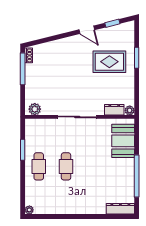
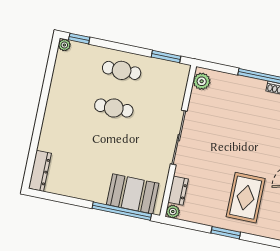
window: (137, 58) -> (226, 233), moved
window: (23, 150) -> (166, 57), moved
window: (137, 176) -> (122, 211), moved
window: (23, 200) -> (79, 39), added

